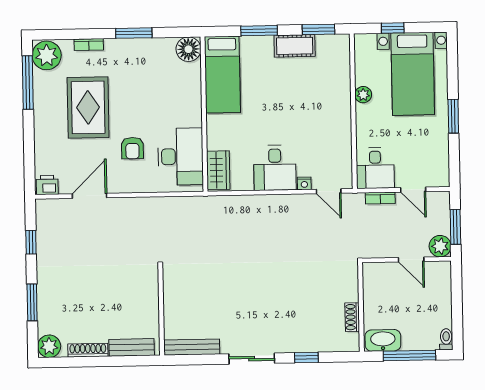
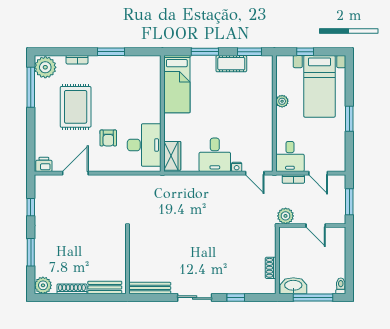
floor lamp: (188, 49) -> (152, 65), removed
plant: (440, 246) -> (286, 216), moved

